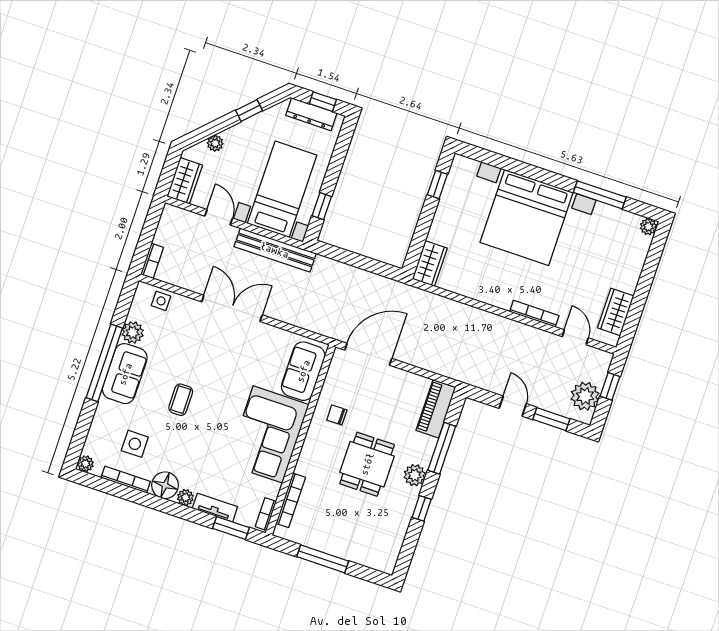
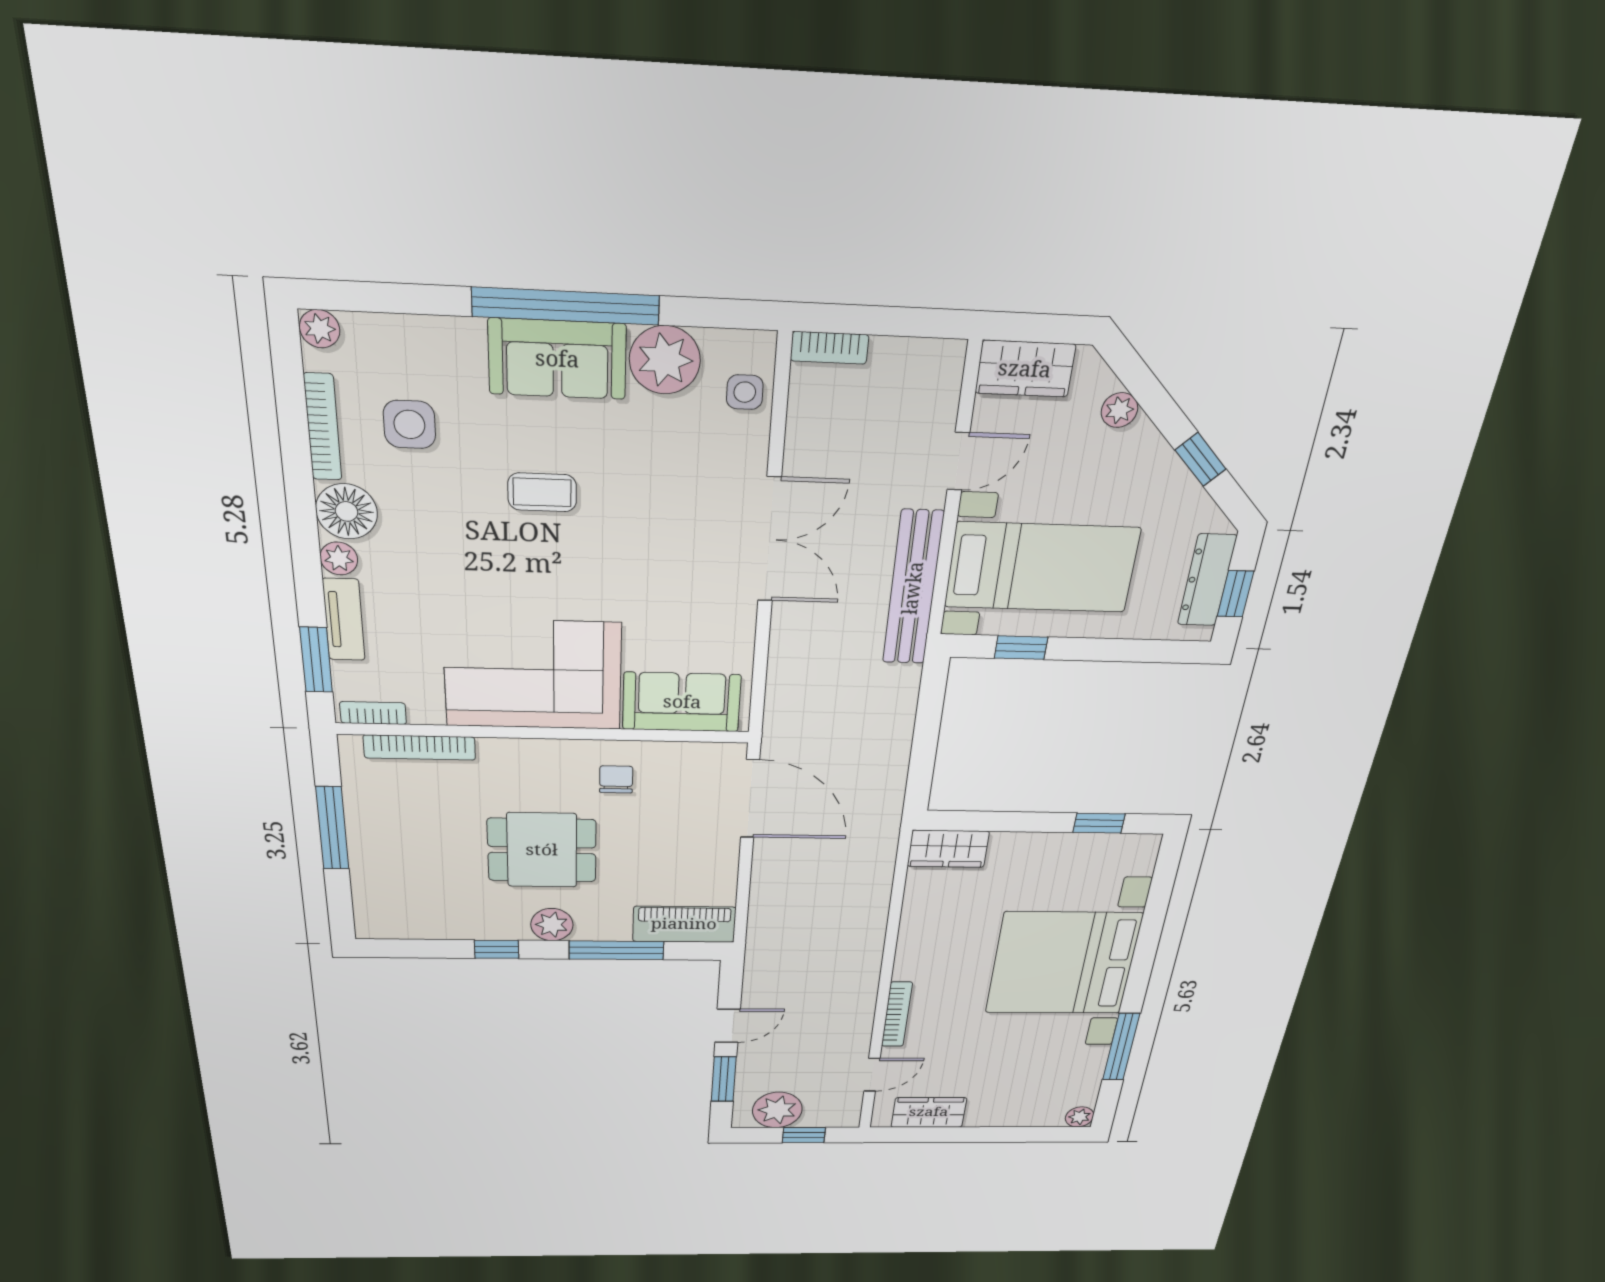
plant: (133, 332) -> (665, 360), width x1.36, depth x1.36

